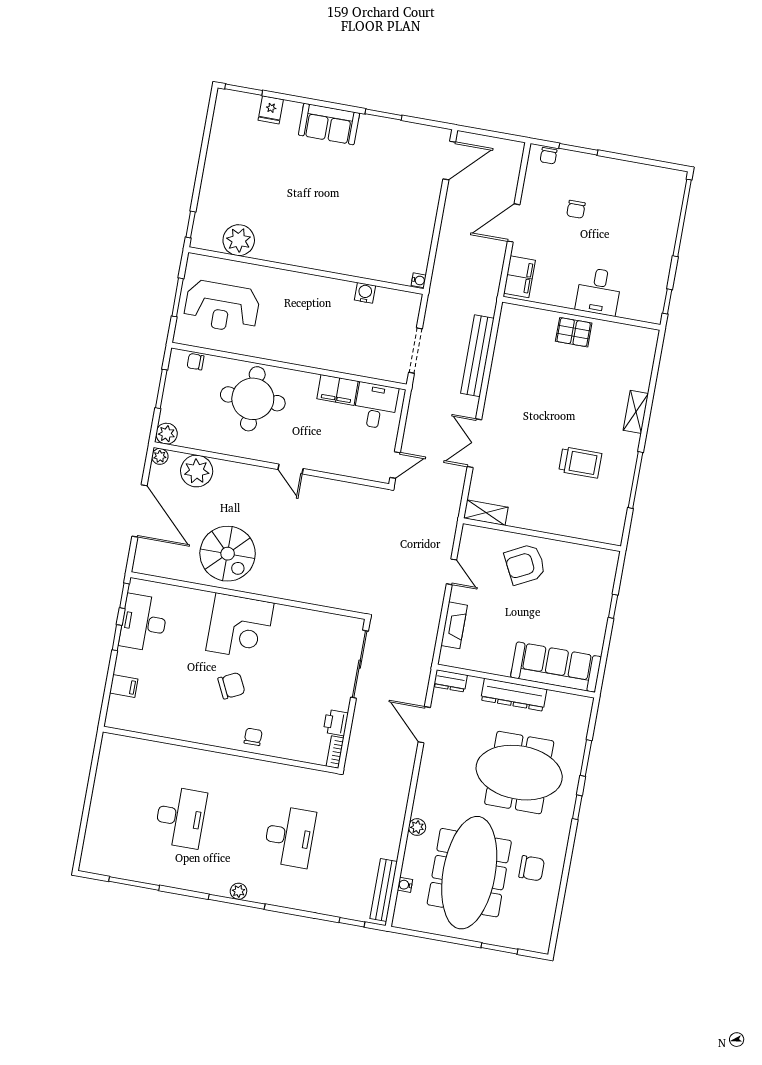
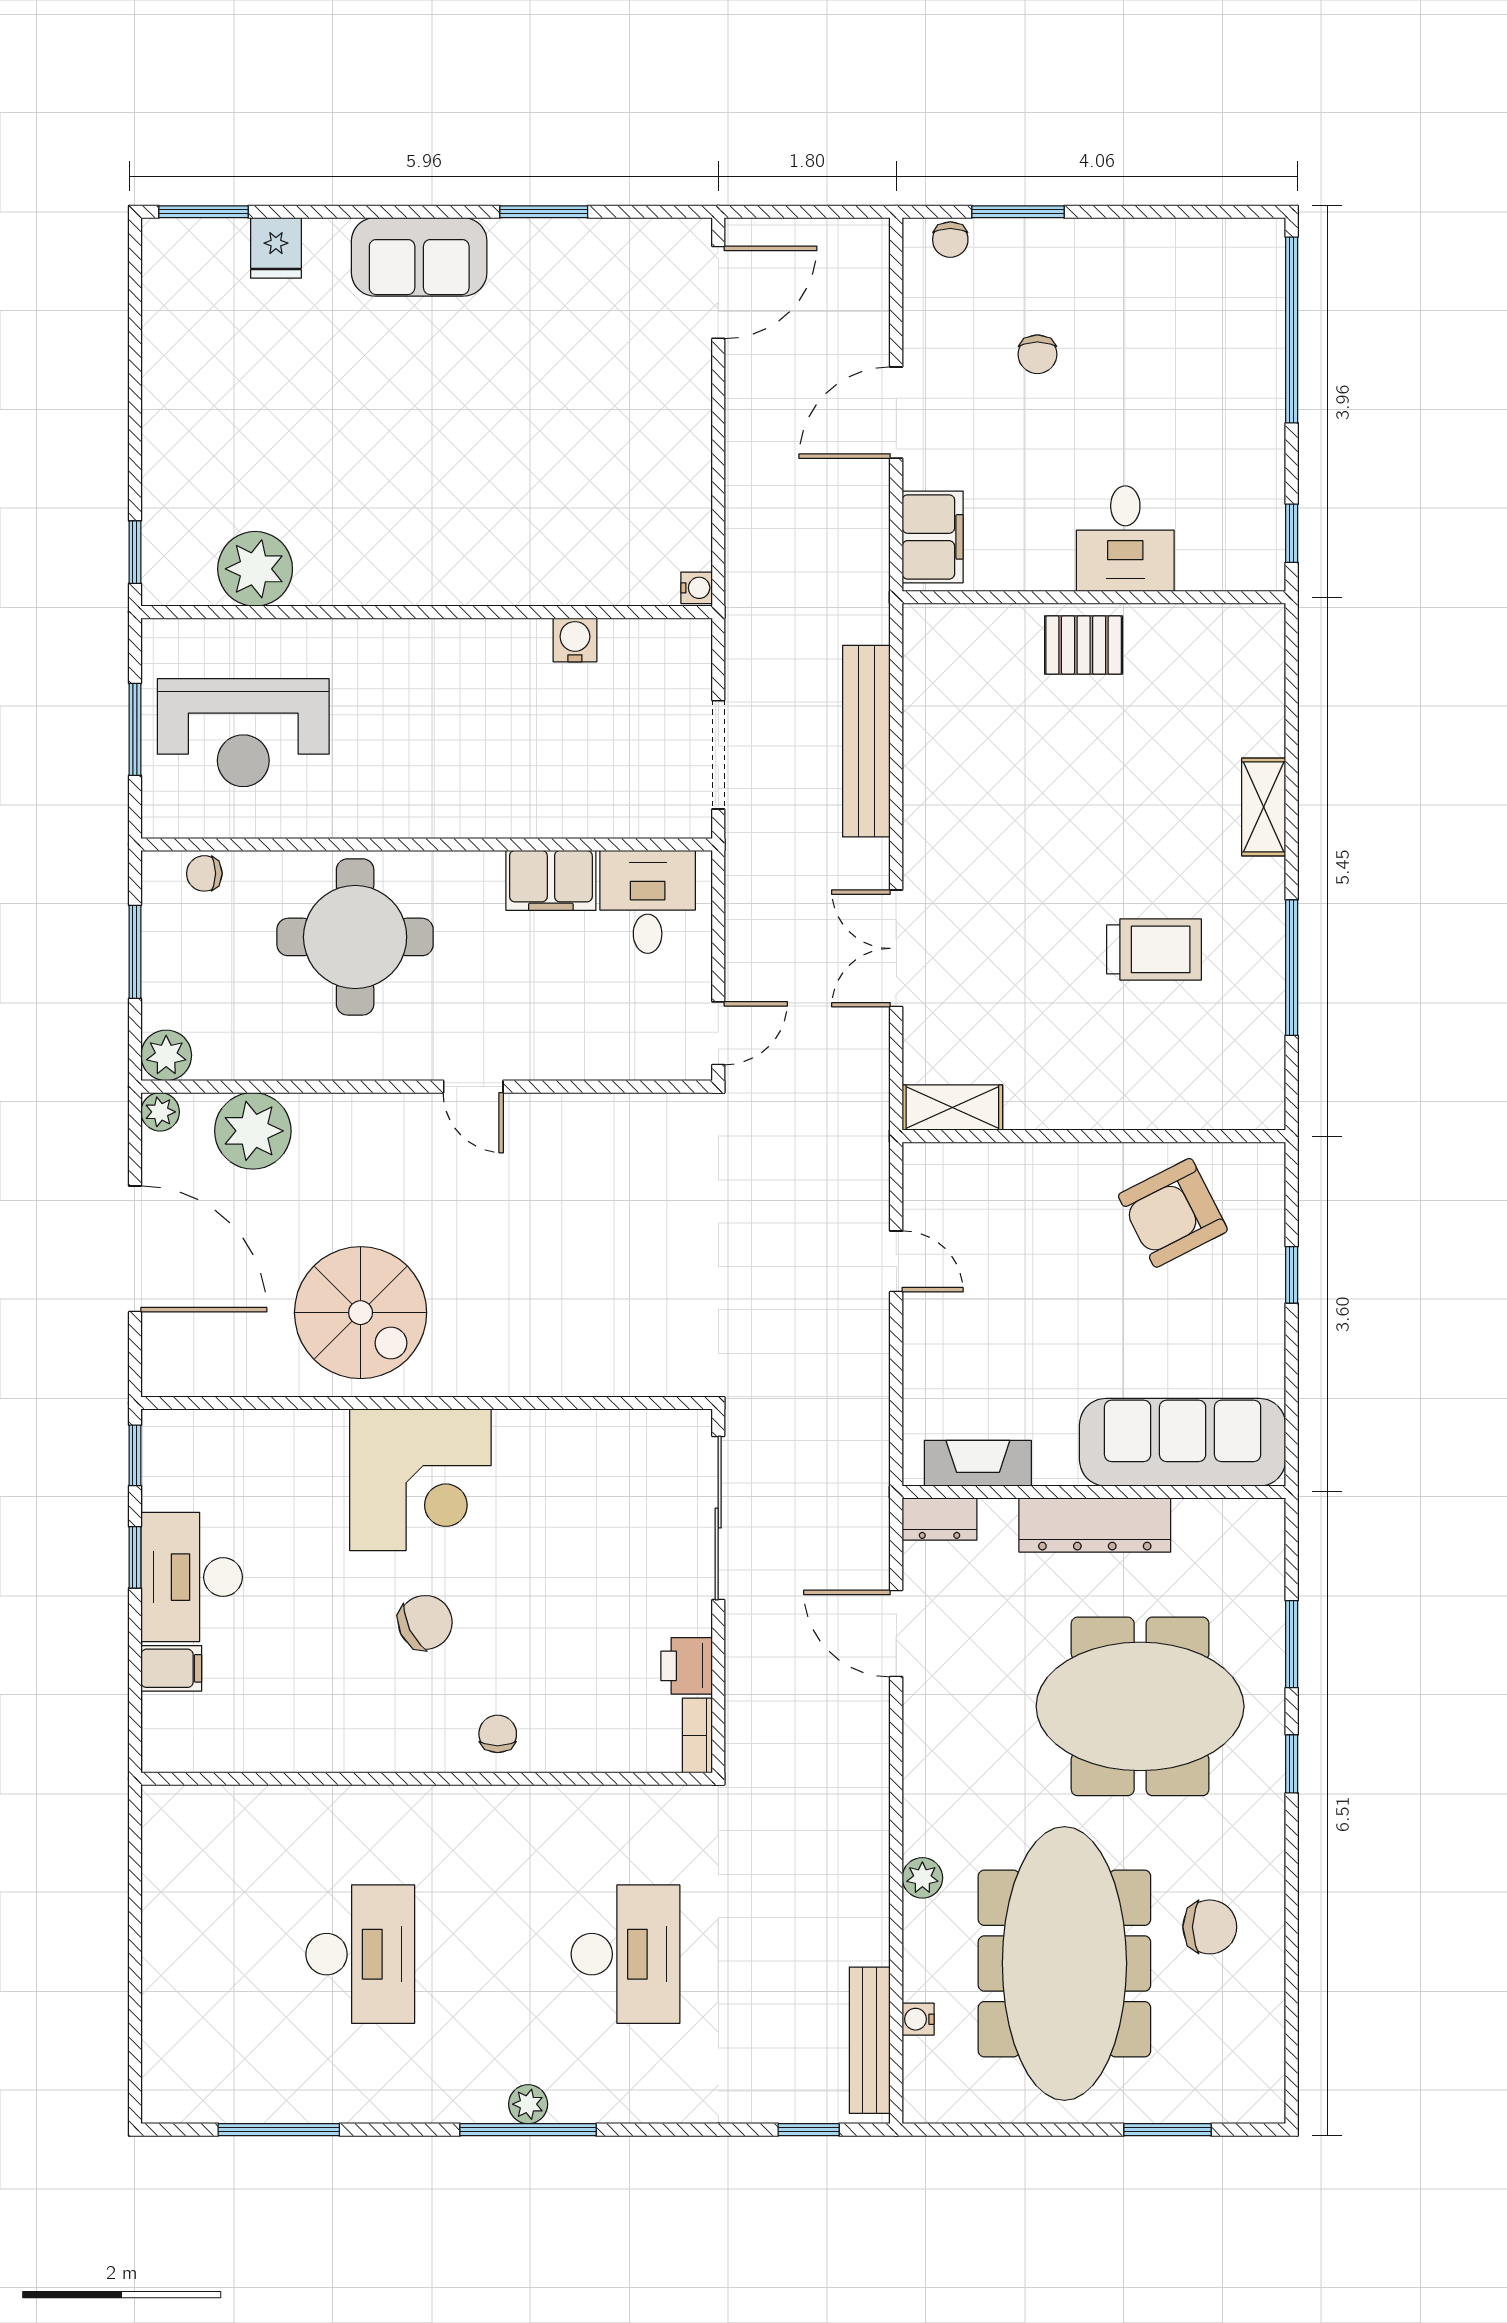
armchair: (525, 564) -> (1173, 1213), moved
desk: (144, 623) -> (192, 1577), moved
fireplace: (454, 625) -> (978, 1463), moved, turned -90

